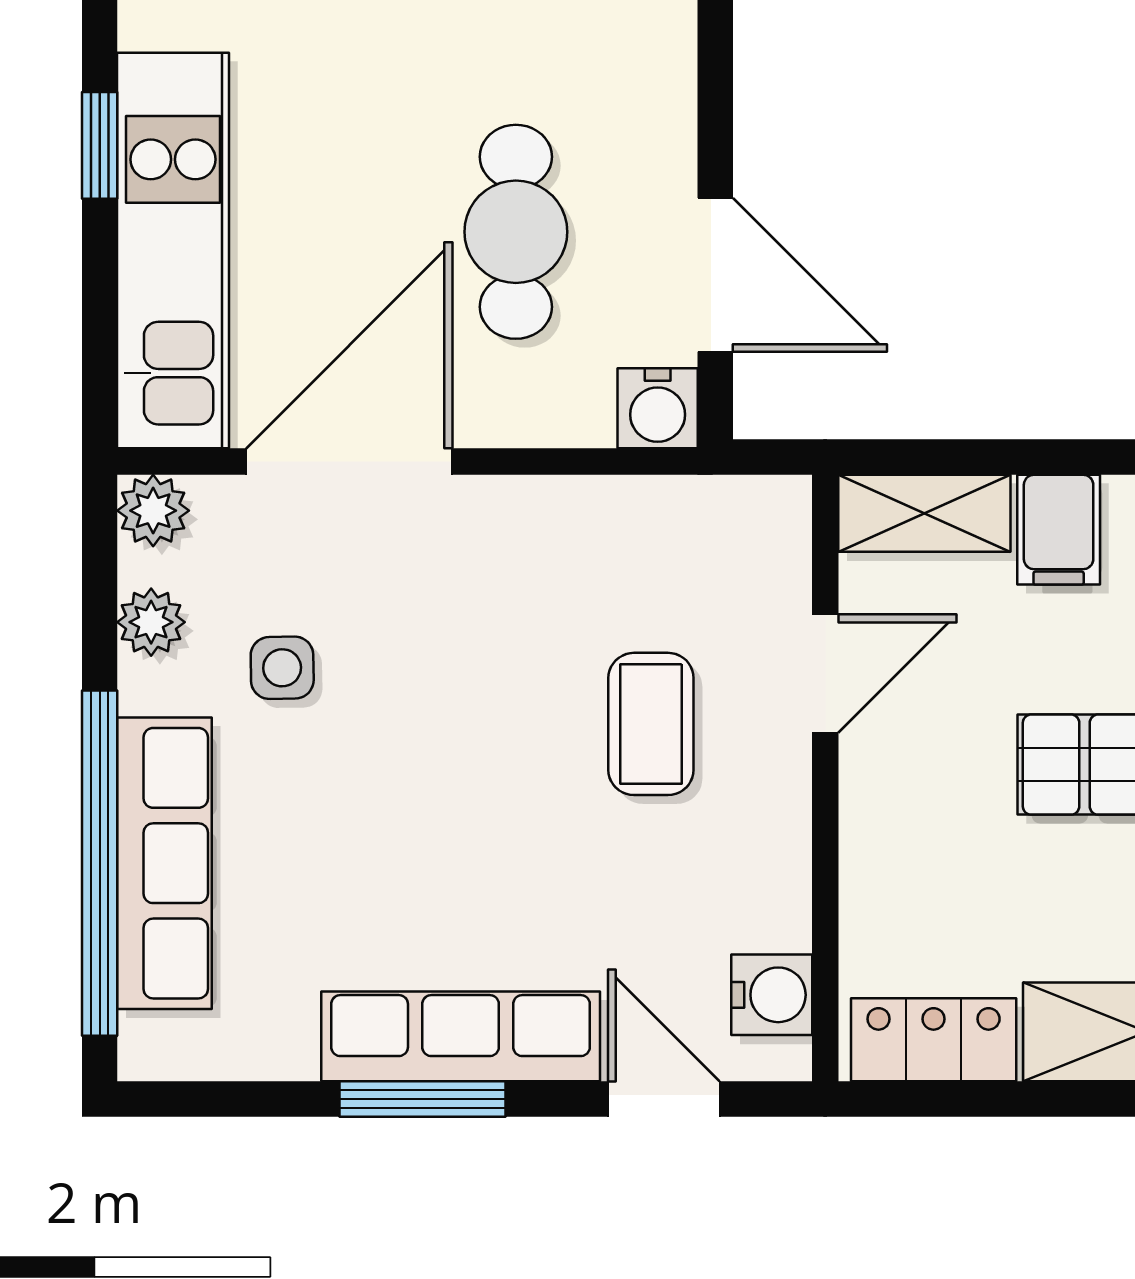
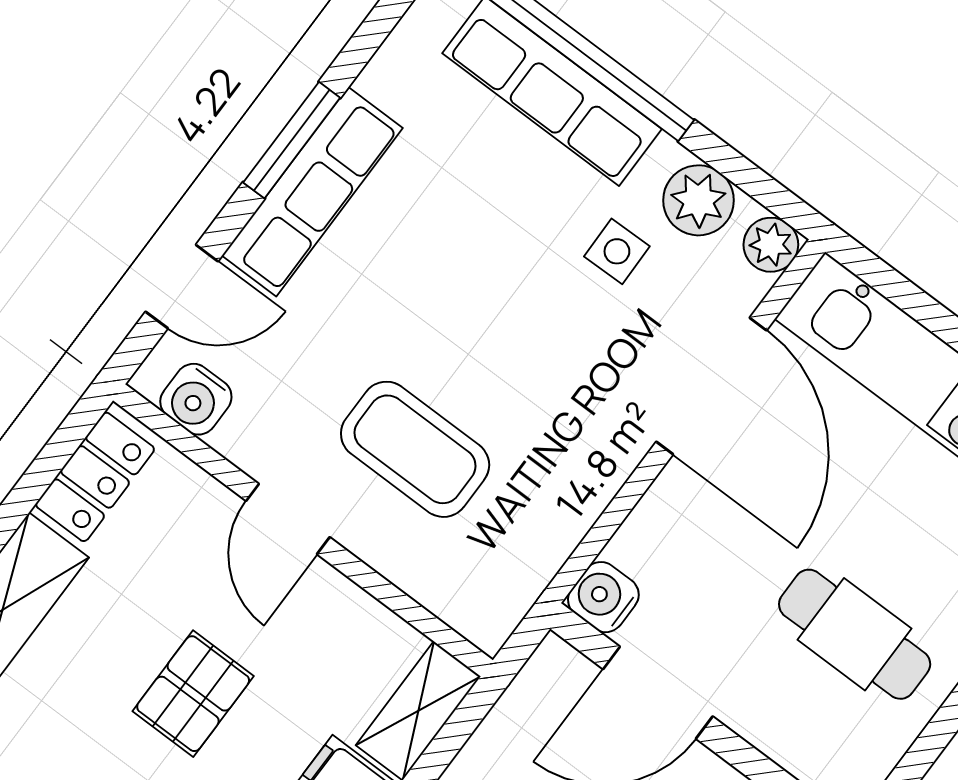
cafe table: (516, 232) -> (855, 634), moved
plant: (151, 622) -> (698, 200), width x1.38, depth x1.38
door: (825, 674) -> (288, 519), moved
coffee table: (651, 724) -> (415, 449), width x1.36, depth x1.30

